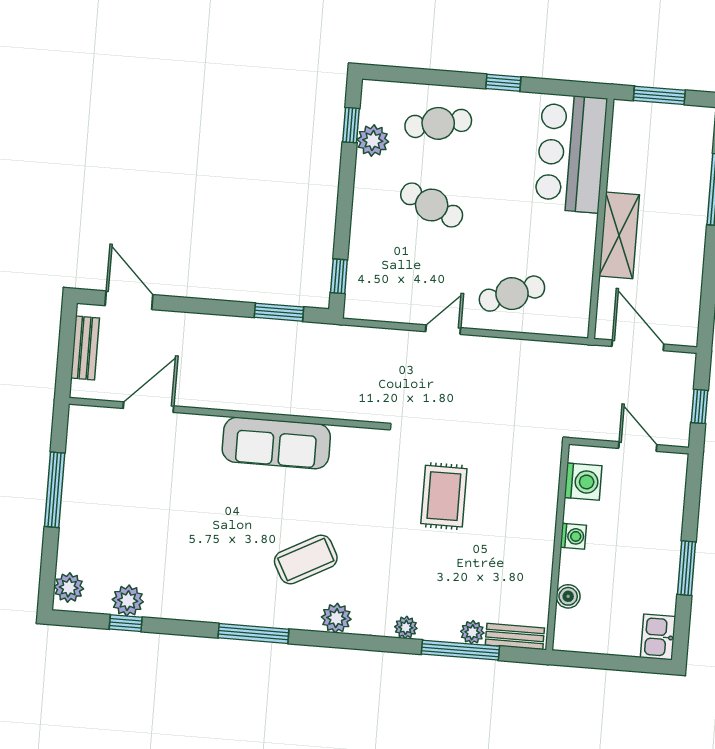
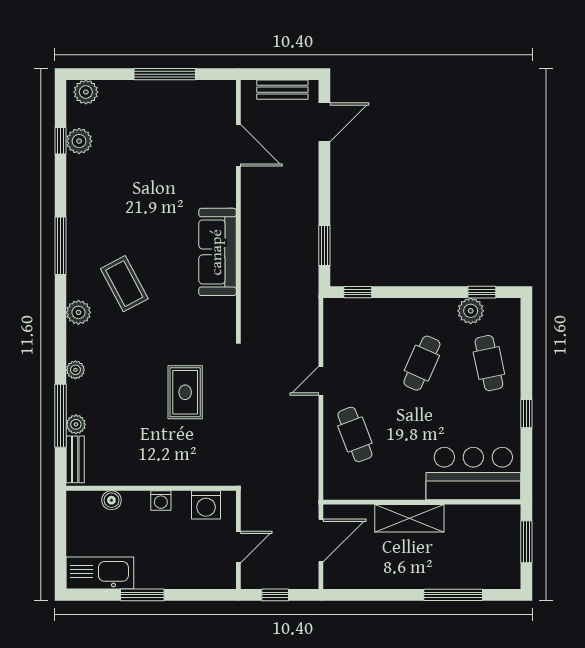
door: (443, 330) -> (321, 381), swing flipped
rug: (444, 496) -> (185, 392), turned 90
kitchen sink: (658, 637) -> (100, 573), width x1.88, depth x1.24

